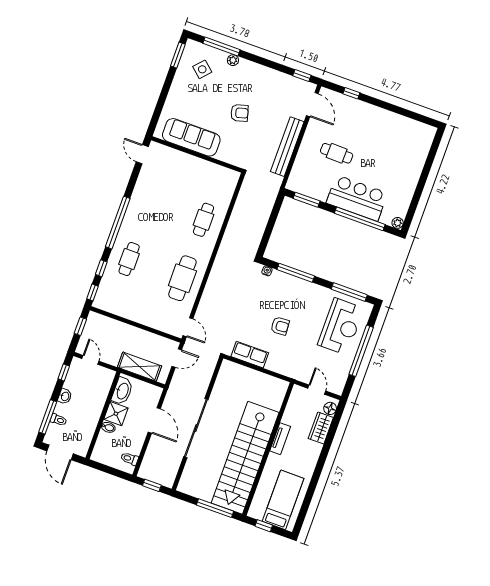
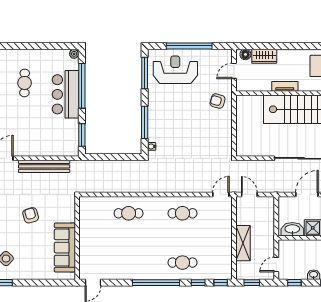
cafe table: (337, 153) -> (25, 83), moved
cafe table: (182, 278) -> (182, 213), width x0.73, depth x0.74
armchair: (280, 326) -> (218, 101), moved, turned -70
row of seats: (250, 355) -> (225, 136), removed
shelving: (139, 367) -> (243, 243), moved

